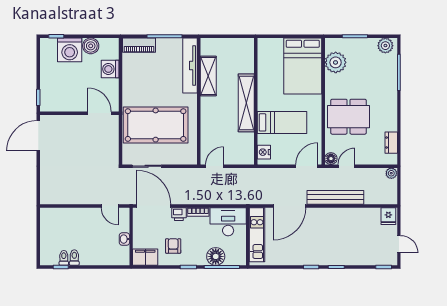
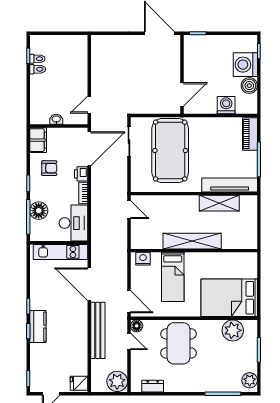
plant: (391, 173) -> (117, 381), width x1.88, depth x1.88
kitchen counter: (332, 257) -> (38, 327), added

